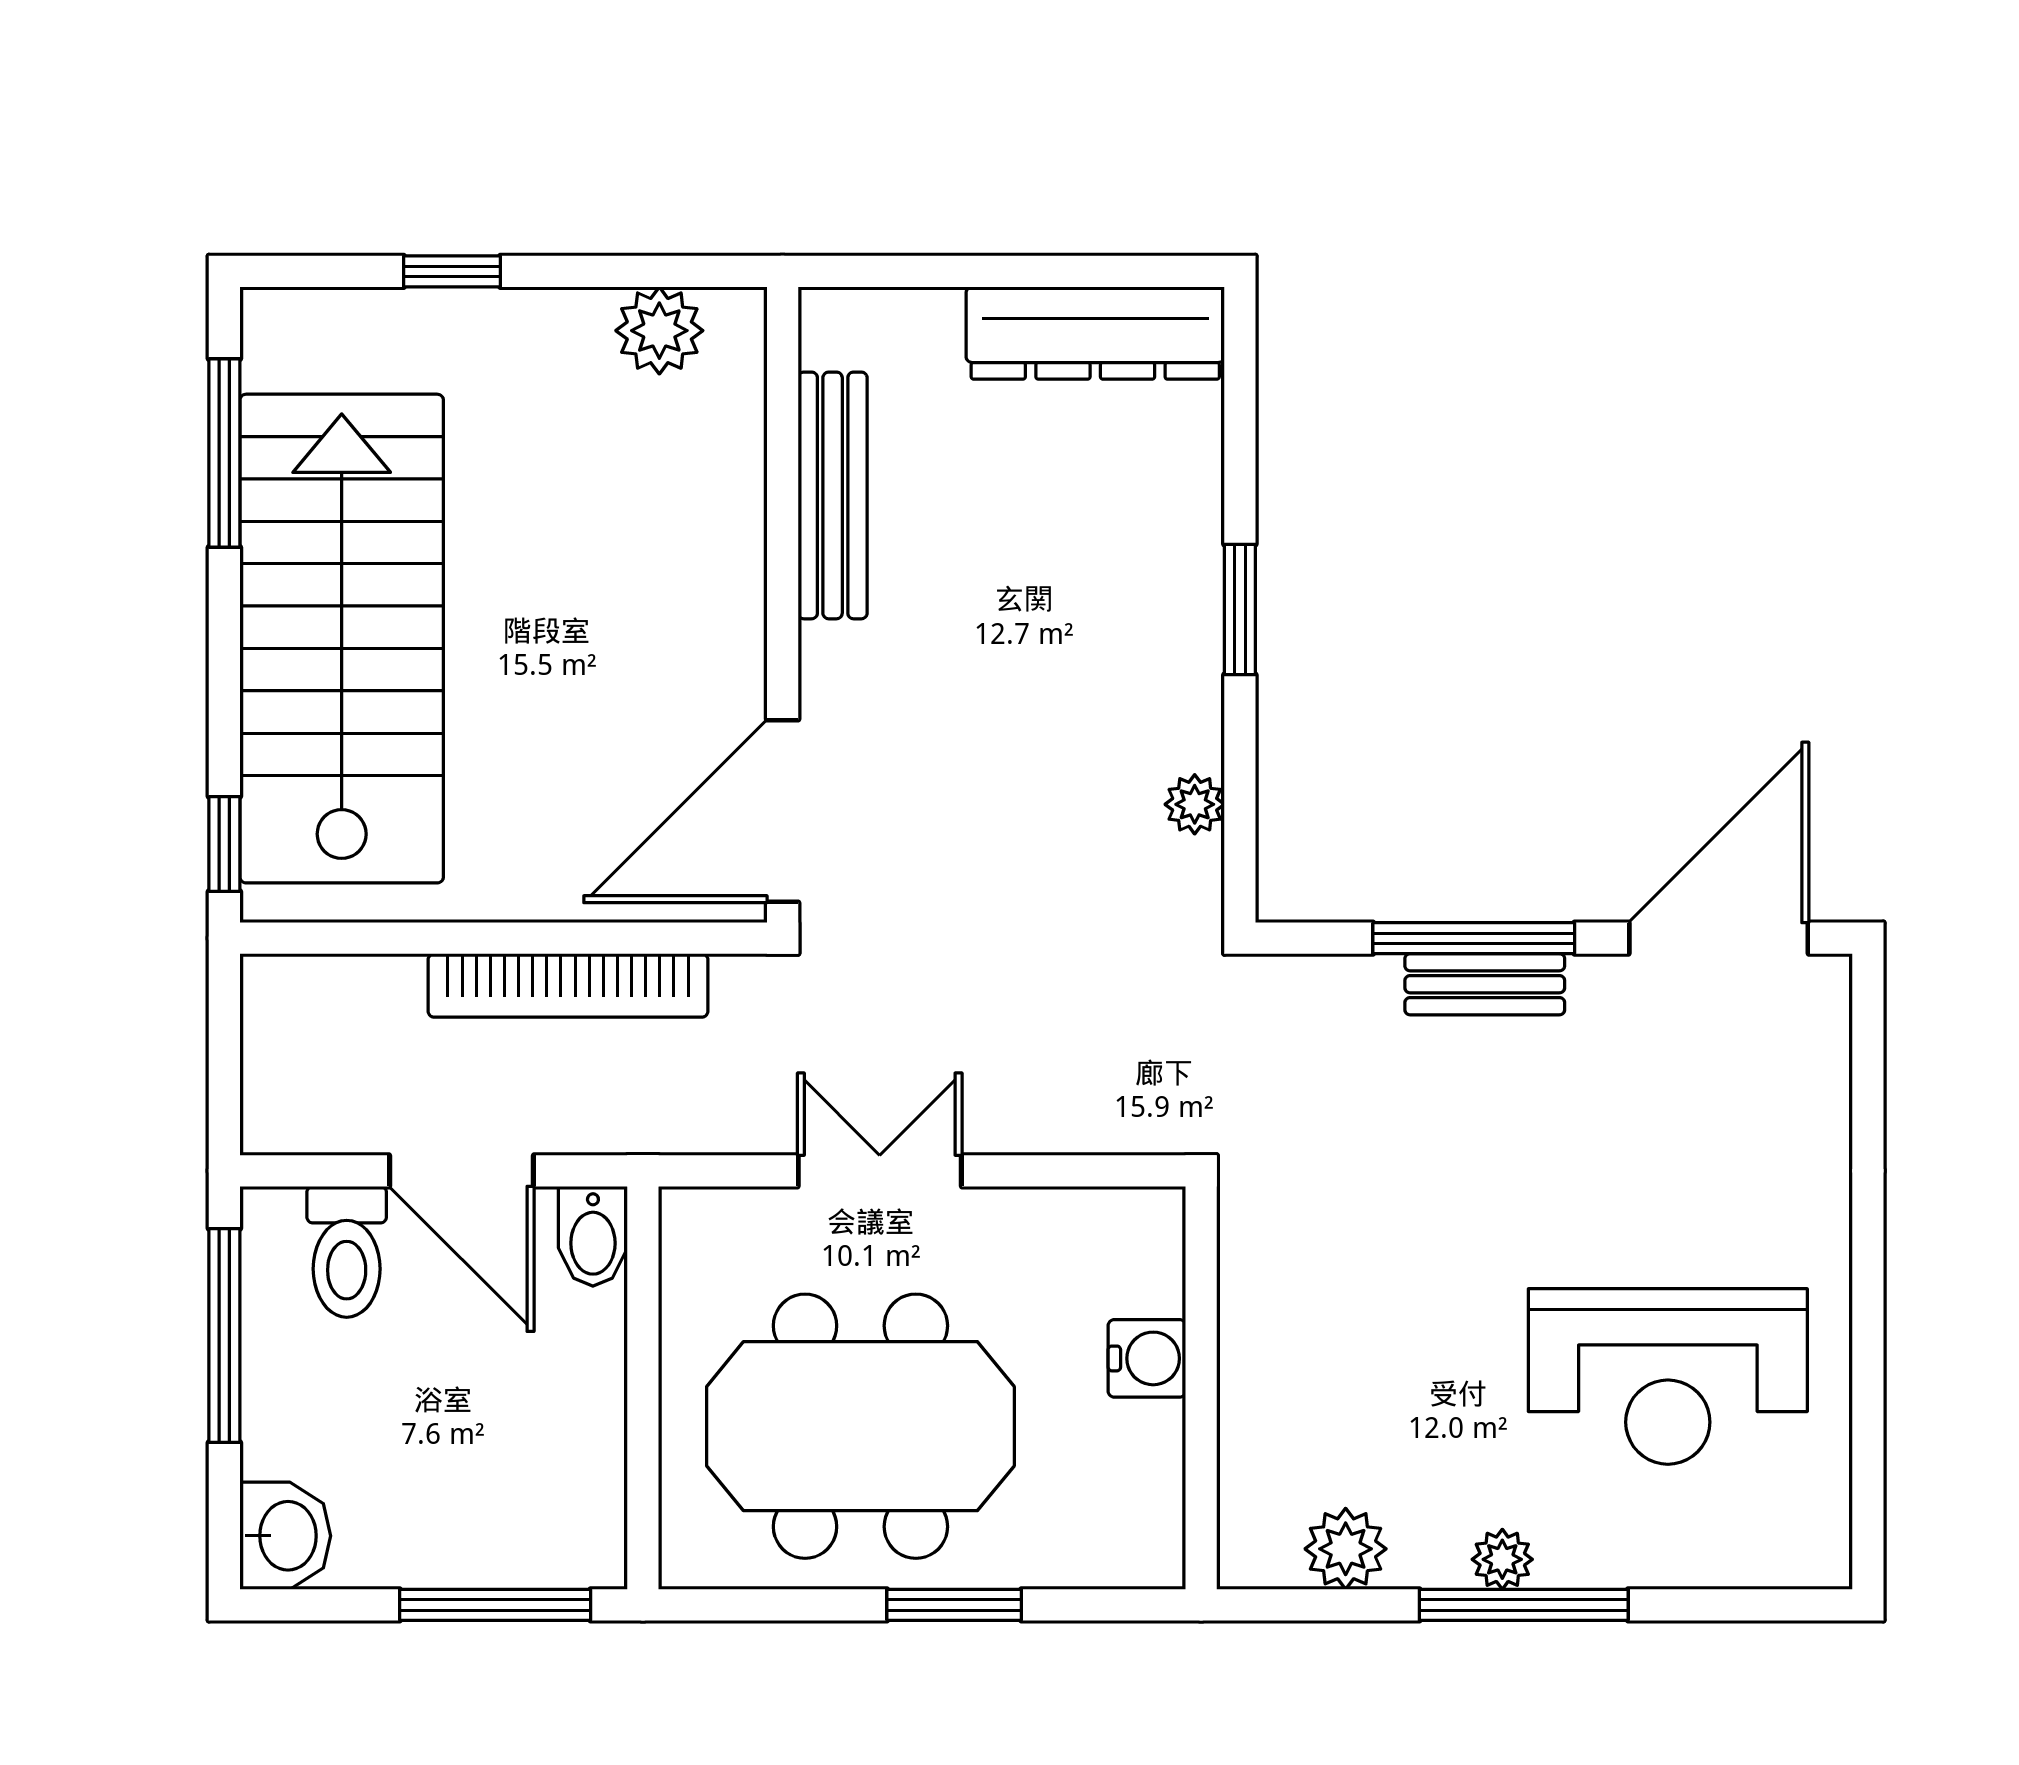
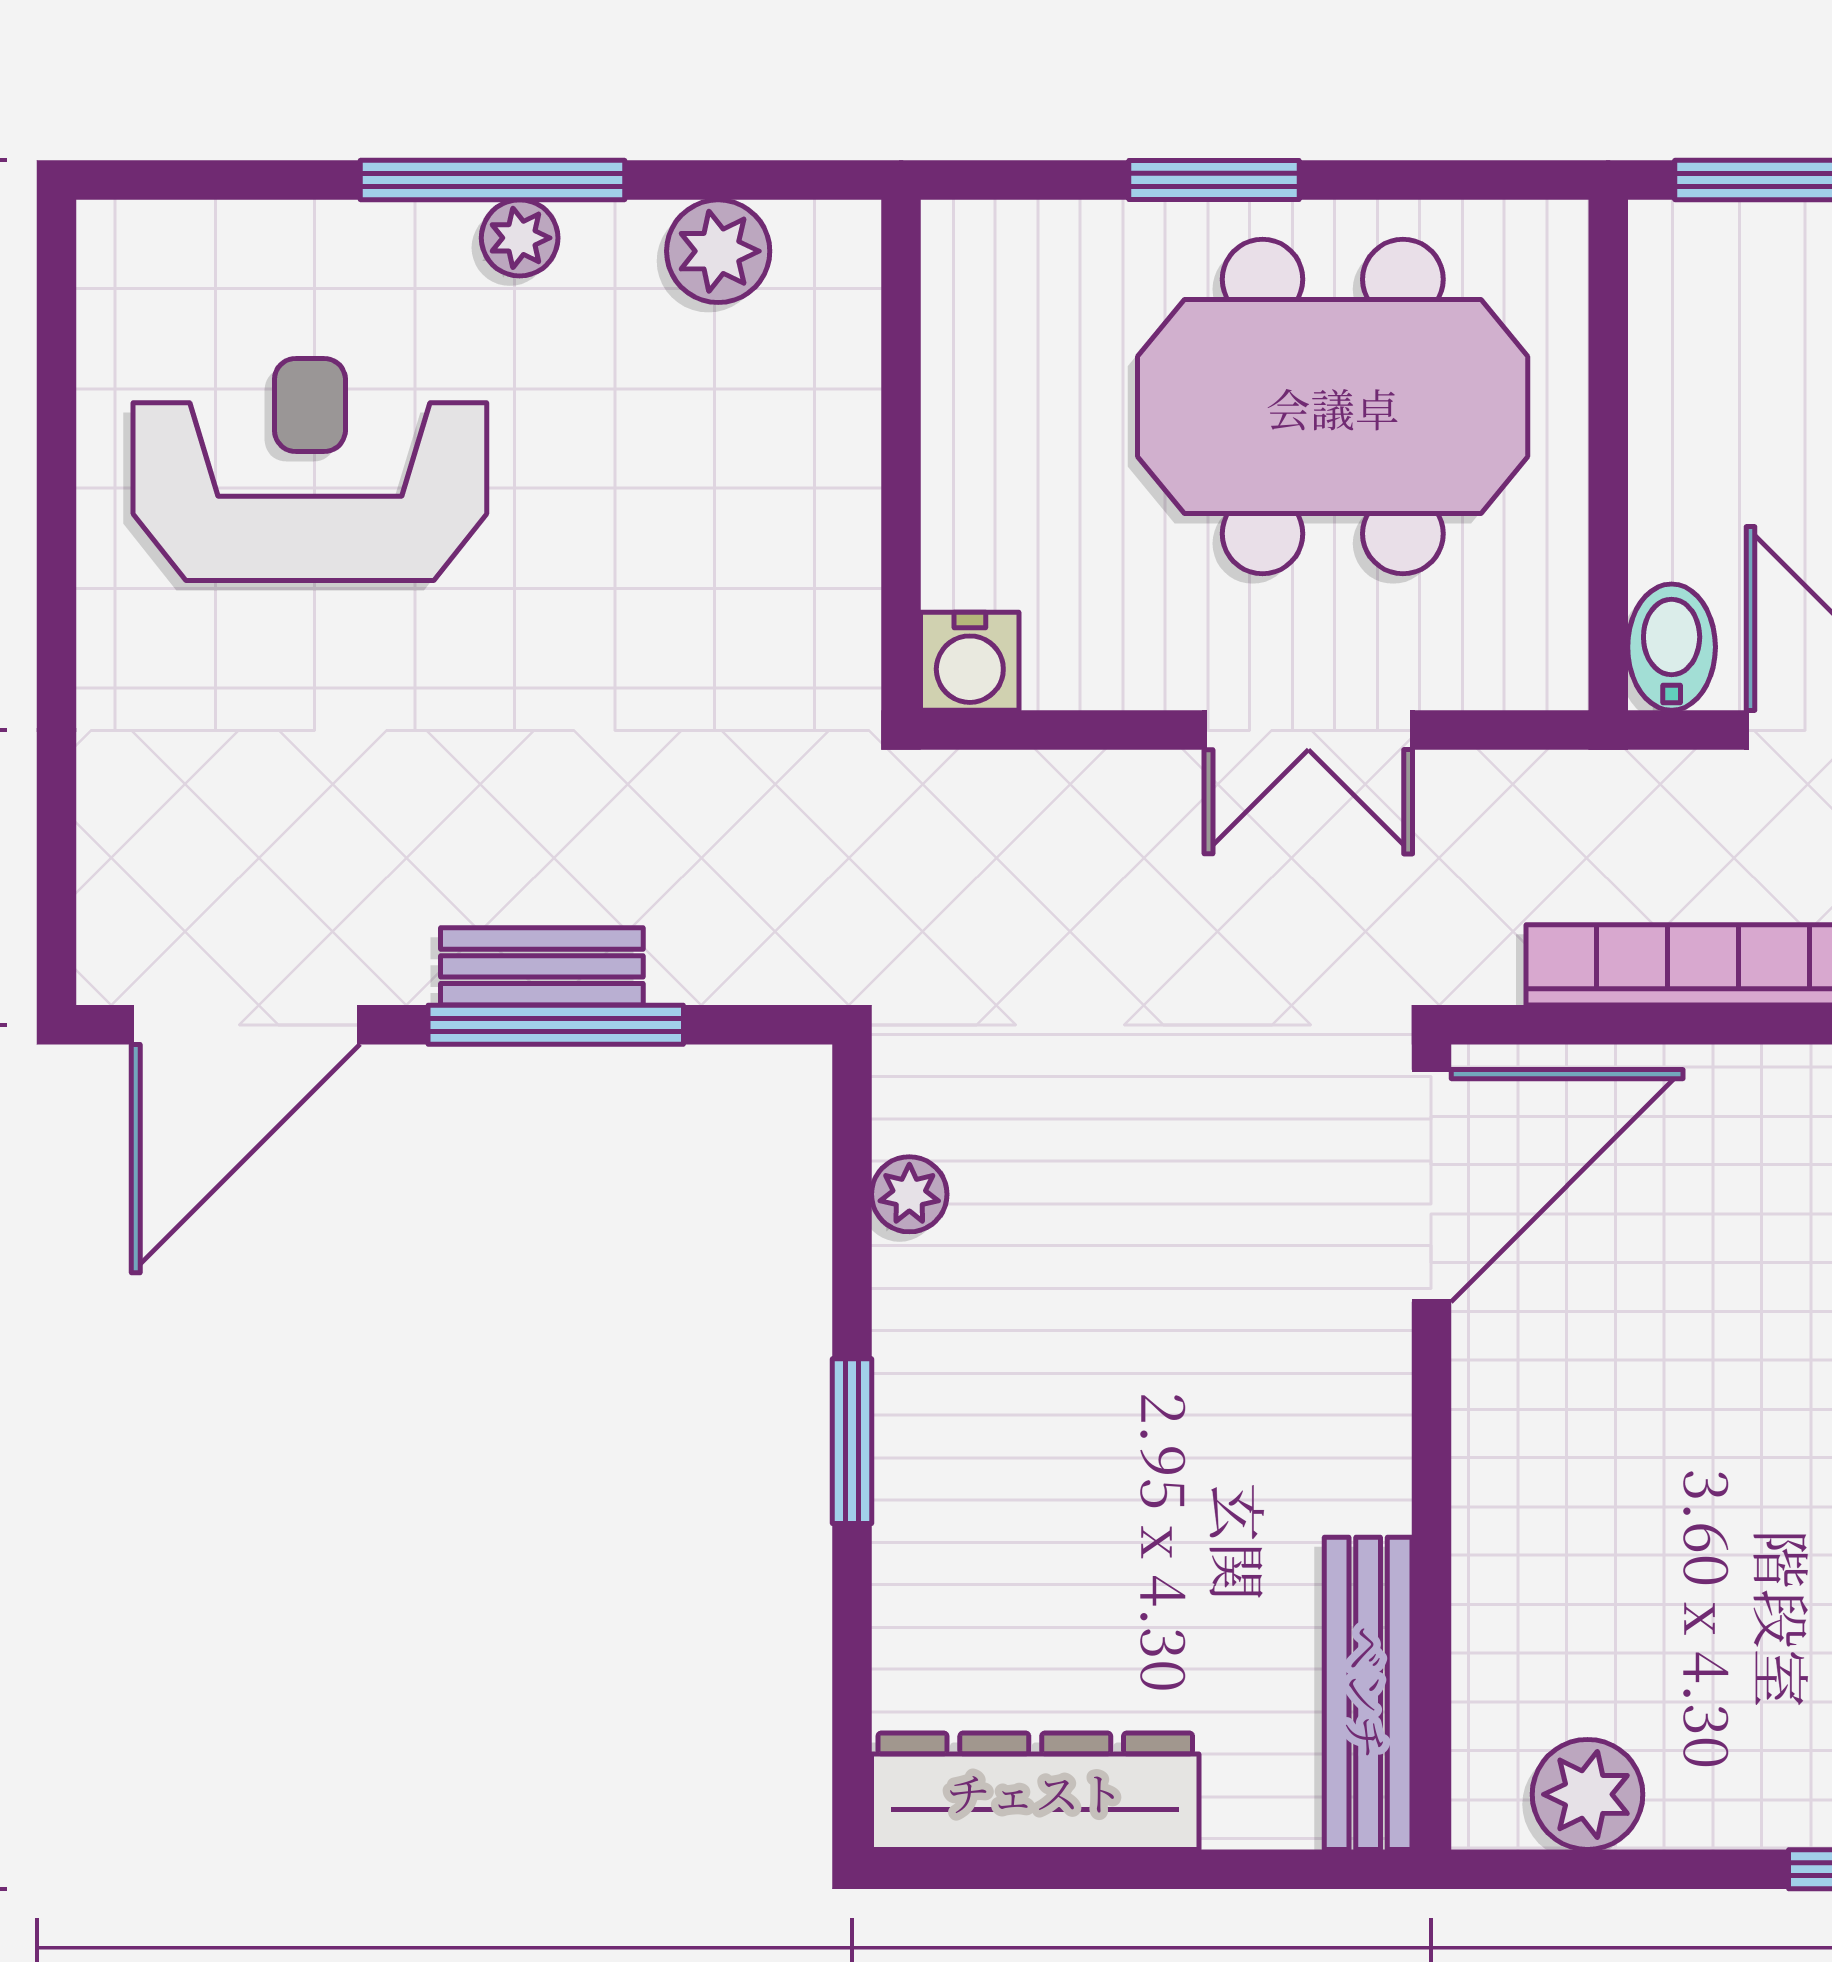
bench: (833, 495) -> (1368, 1693), moved
water cooler: (1147, 1358) -> (970, 661), moved, turned -90

